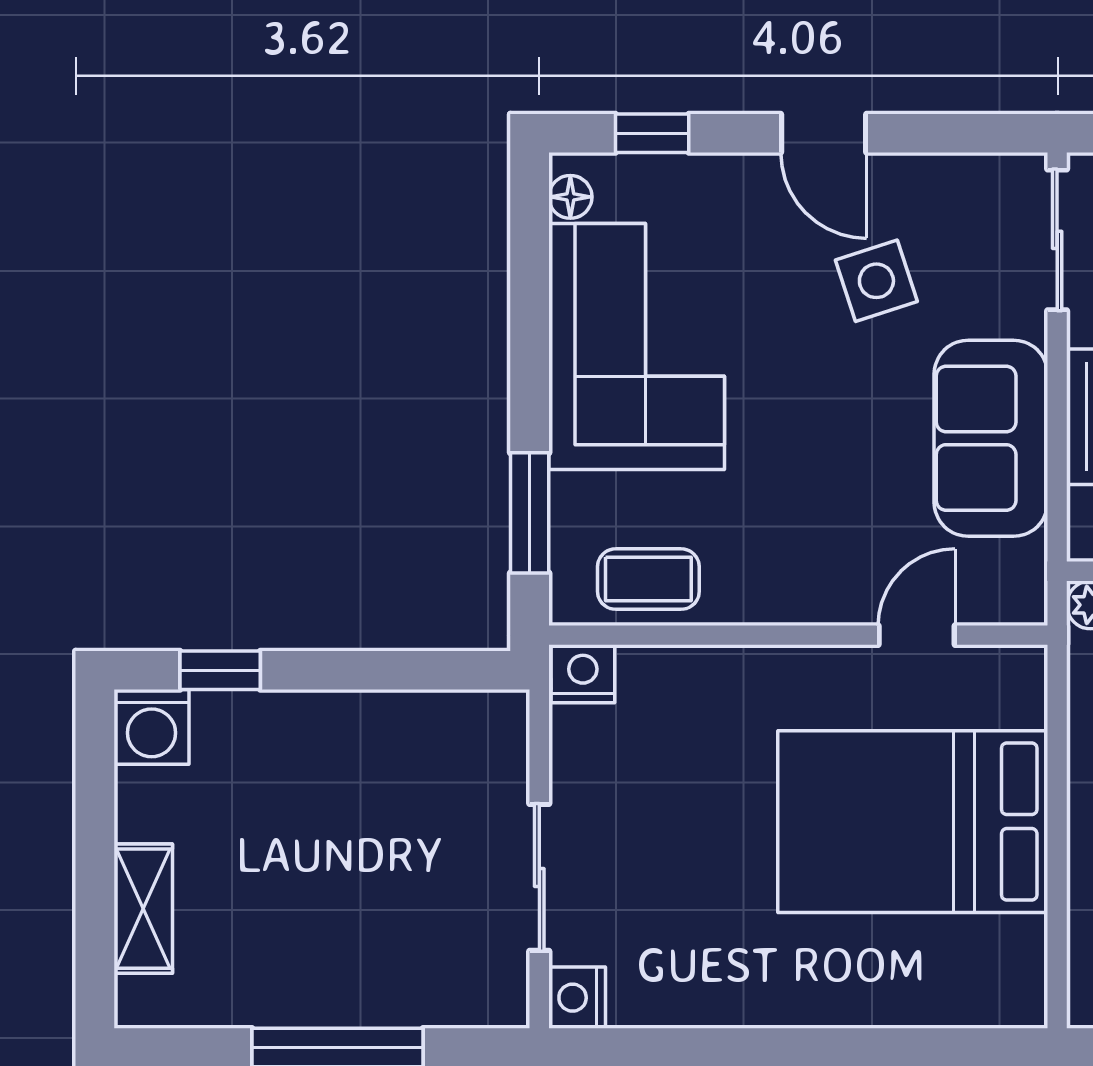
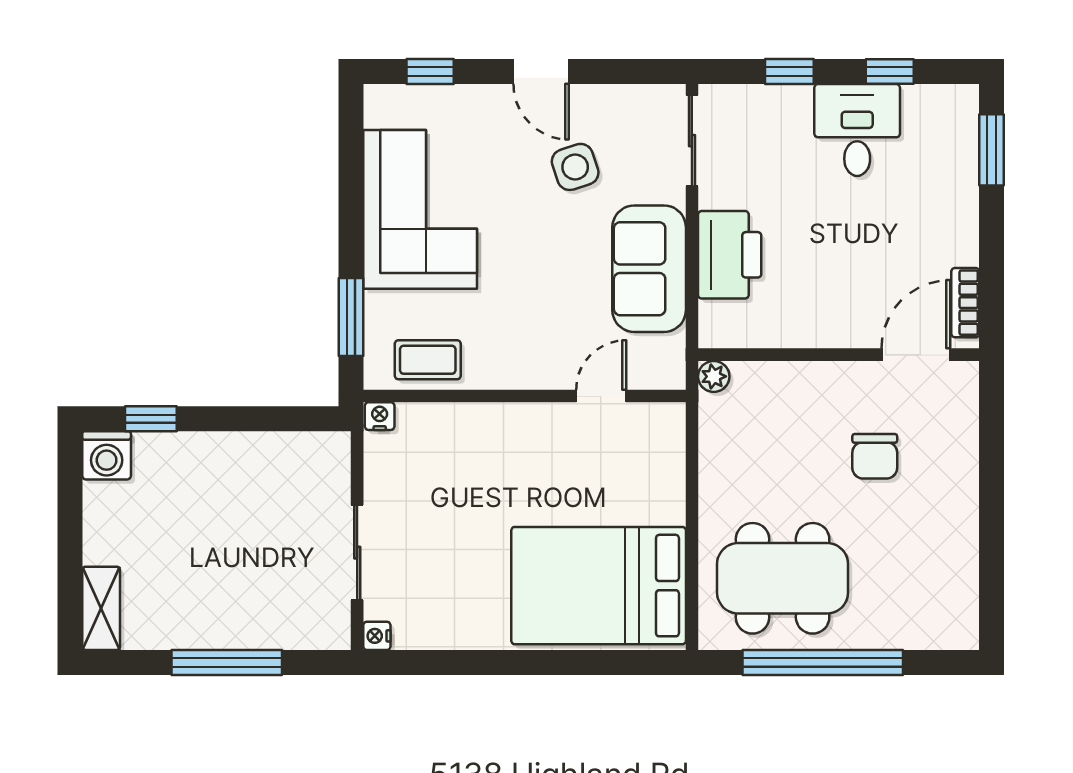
floor lamp: (570, 197) -> (377, 113), removed
nightstand: (583, 674) -> (380, 416), width x0.72, depth x0.74
bed: (913, 822) -> (599, 586), moved
shelving: (143, 909) -> (101, 608), moved
nightstand: (577, 998) -> (377, 636), width x0.72, depth x0.74

